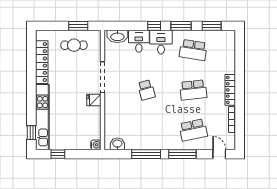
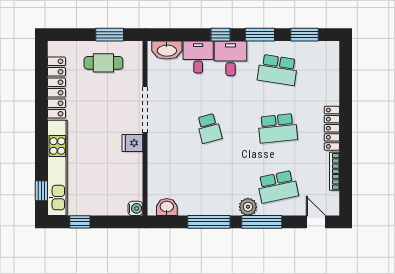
plant: (173, 144) -> (248, 207), added

